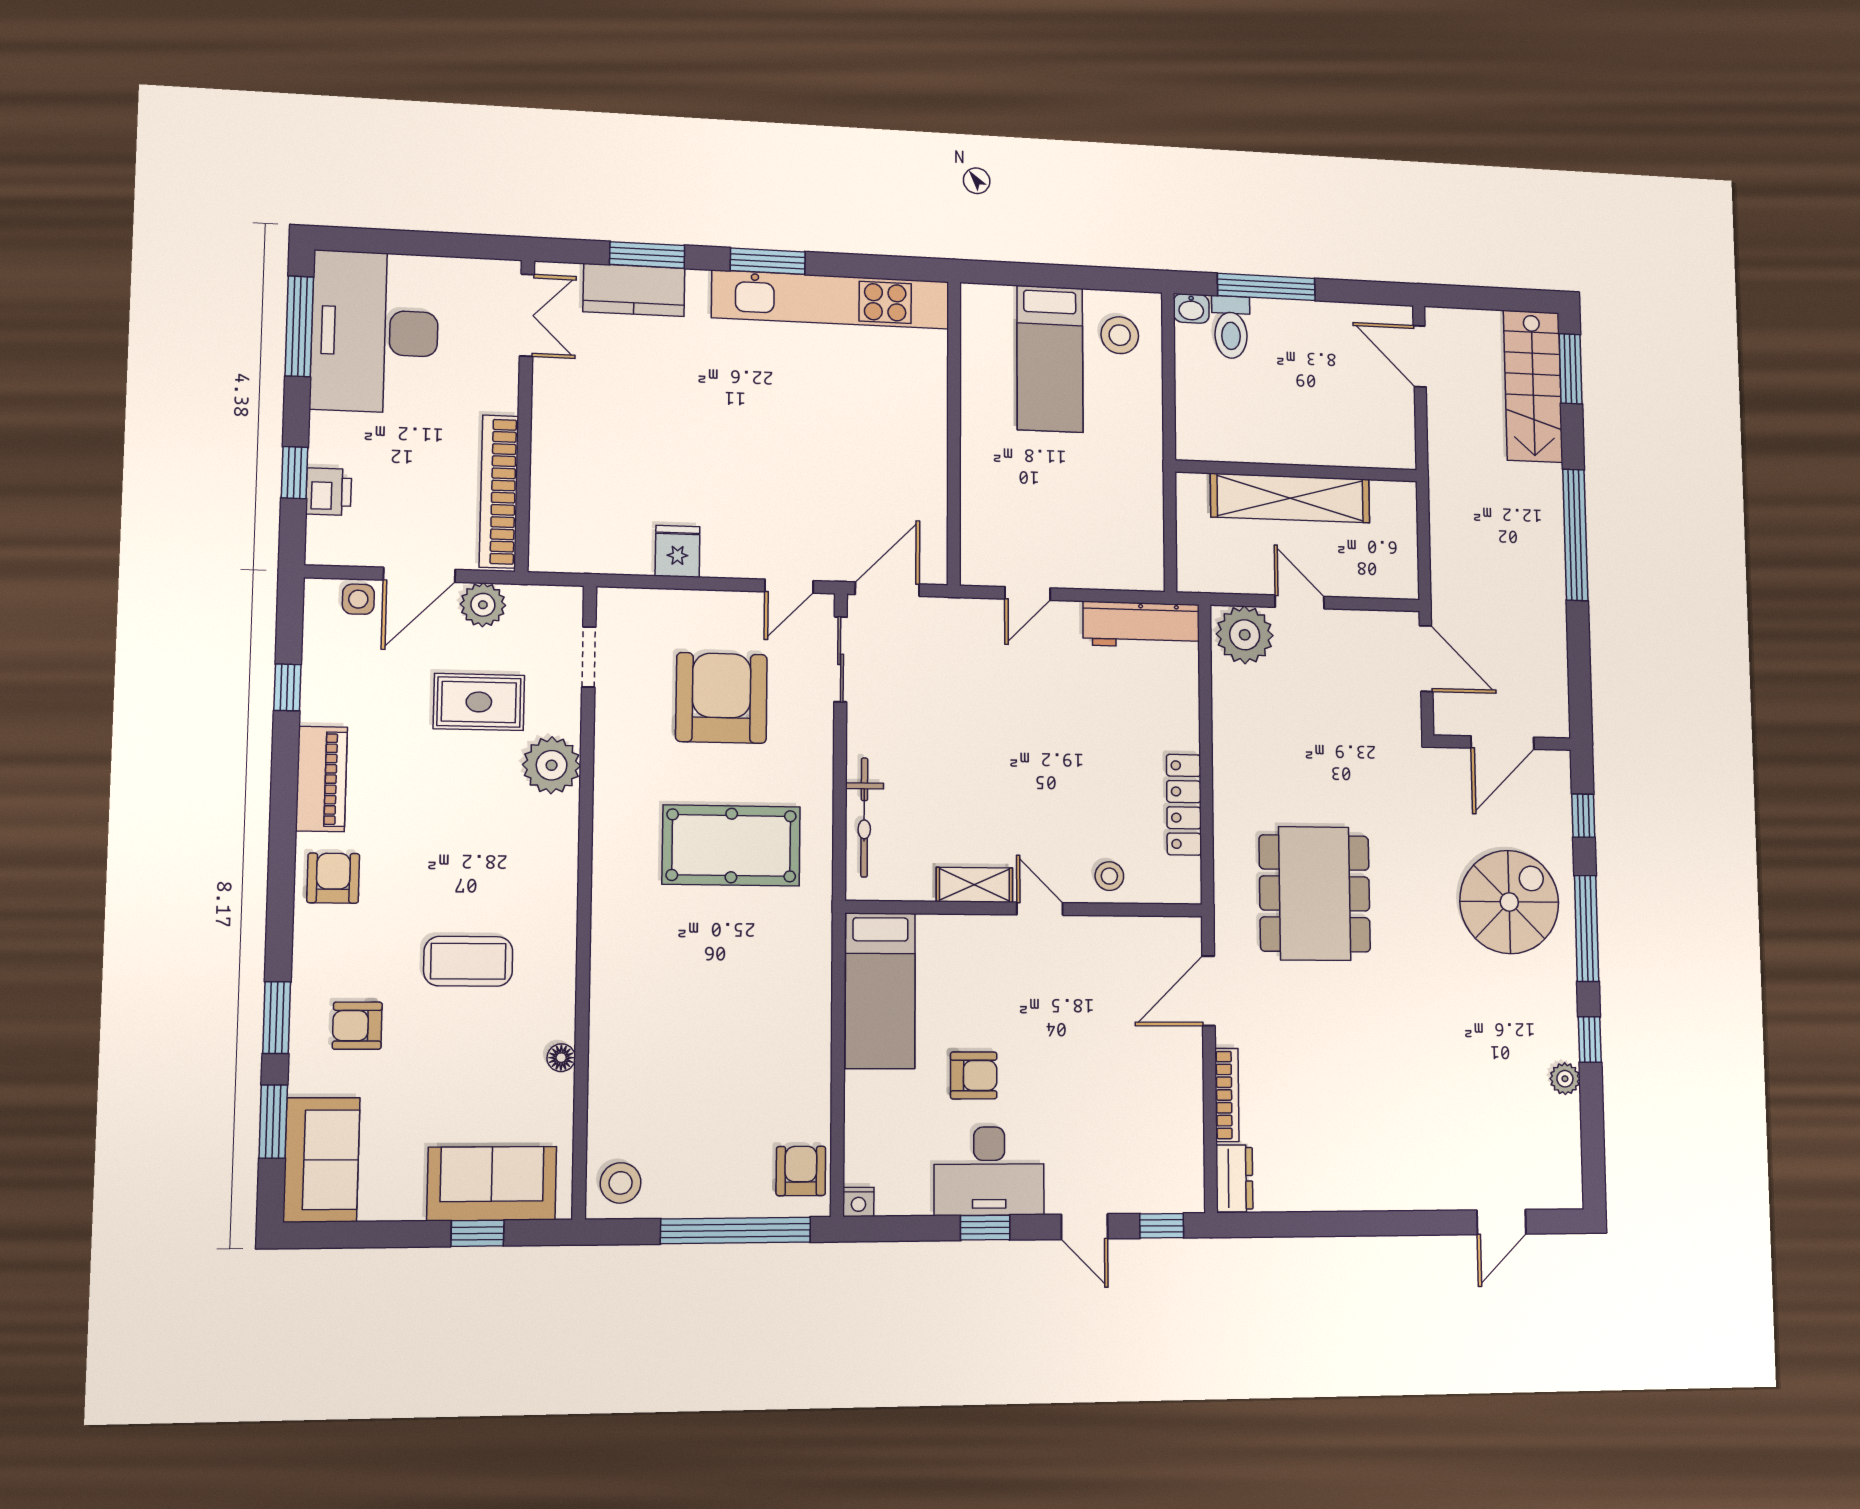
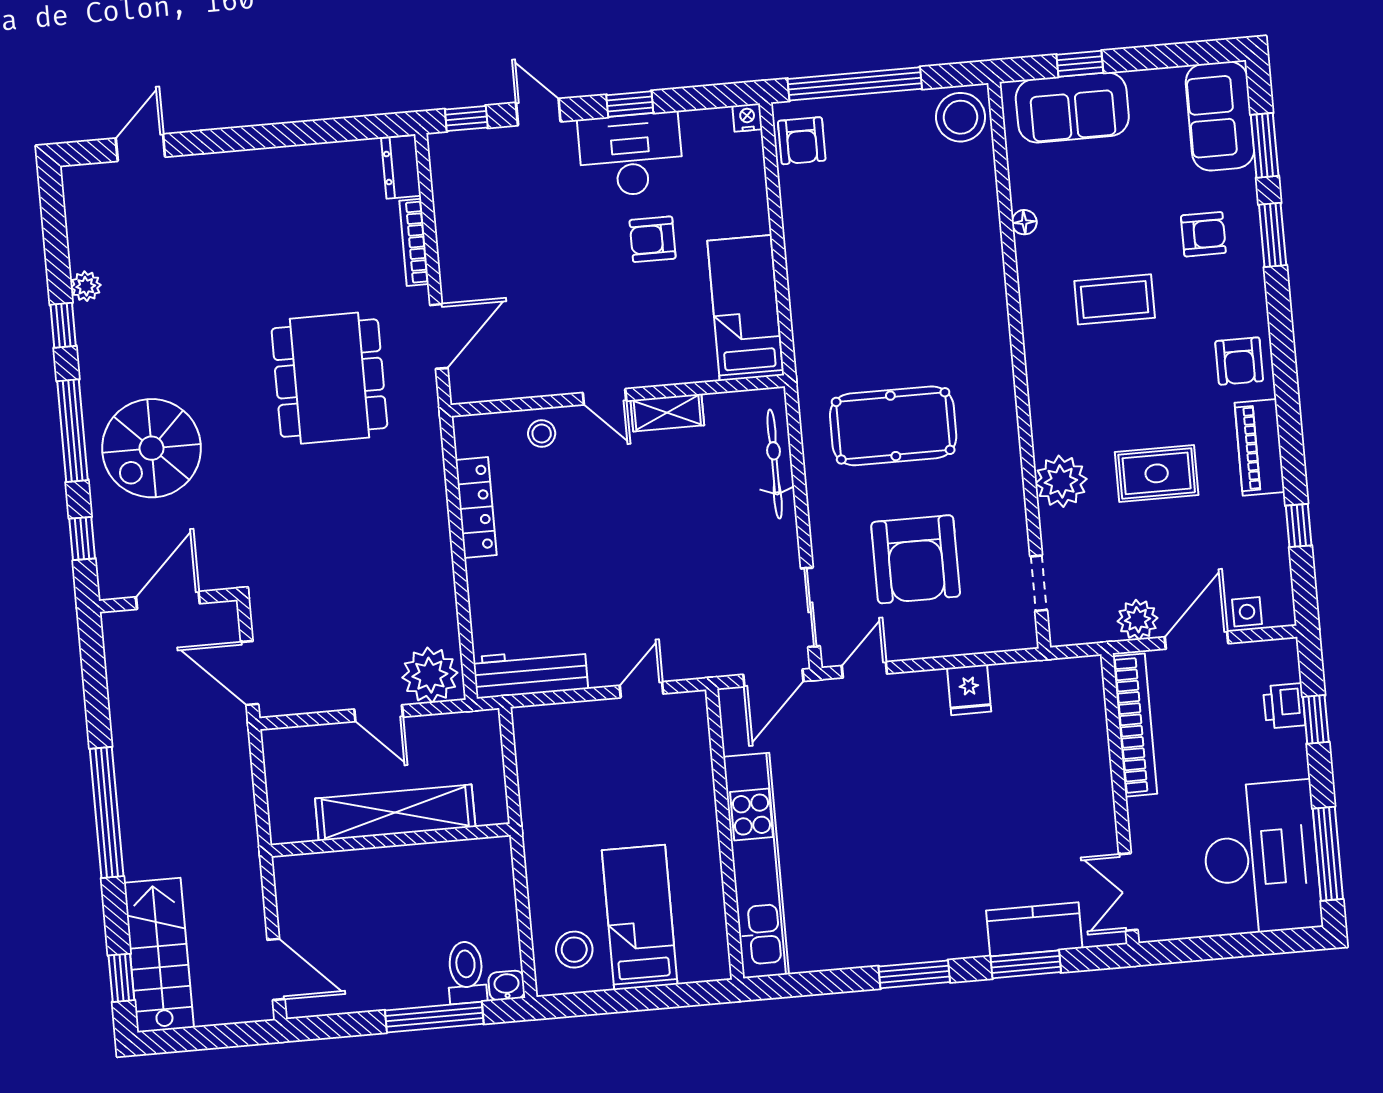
kitchen unit: (831, 300) -> (756, 866), moved, turned 90
window: (1571, 369) -> (121, 978), width x0.67
rug: (479, 702) -> (1157, 473), moved
dining table: (1315, 893) -> (329, 378), moved
stool: (621, 1183) -> (961, 117), width x1.38, depth x1.38

